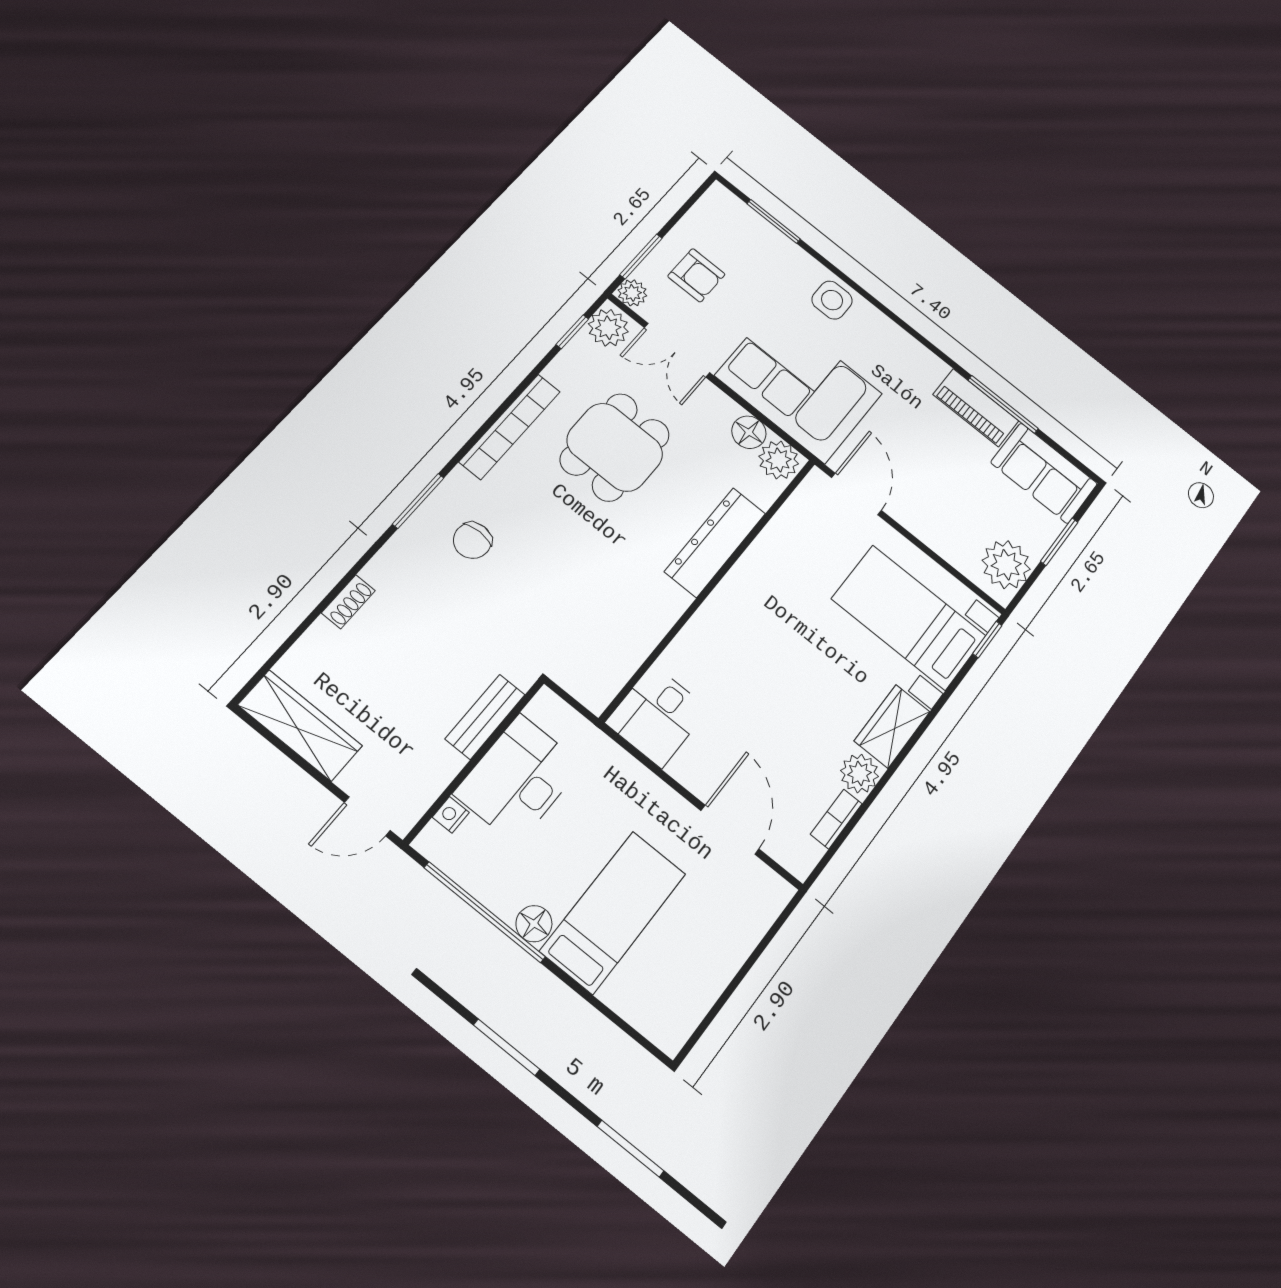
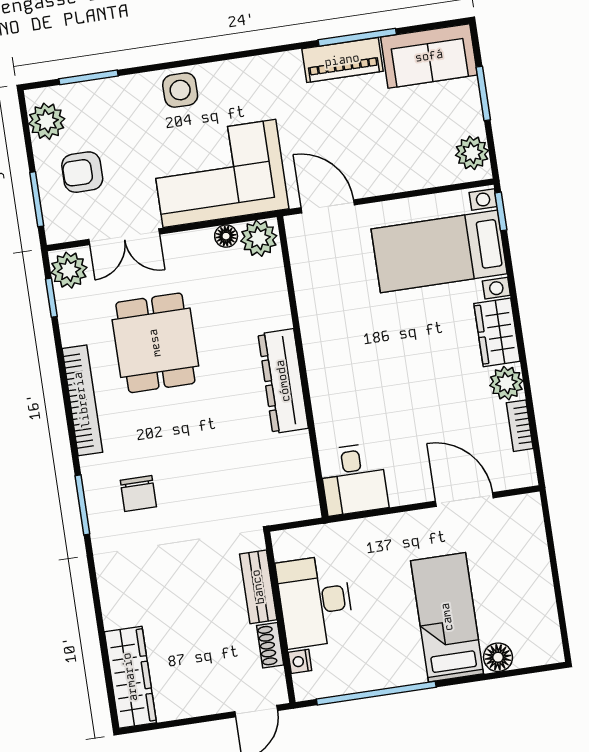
armchair: (696, 275) -> (82, 172), turned 180
plant: (632, 293) -> (47, 121), moved, width x1.38, depth x1.38
floor lamp: (749, 432) -> (226, 236), width x0.73, depth x0.73
dresser: (715, 542) -> (283, 381), moved
plant: (1006, 565) -> (472, 153), width x0.73, depth x0.73
shoe rack: (348, 602) -> (270, 645), moved, turned 180
wardrobe: (300, 725) -> (130, 677), moved, turned 90
floor lamp: (534, 924) -> (498, 657), moved

